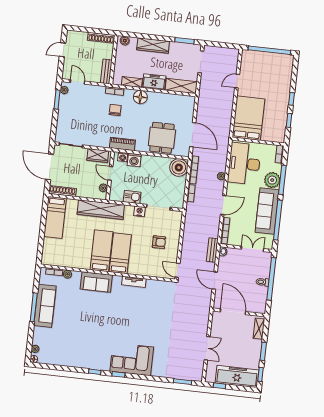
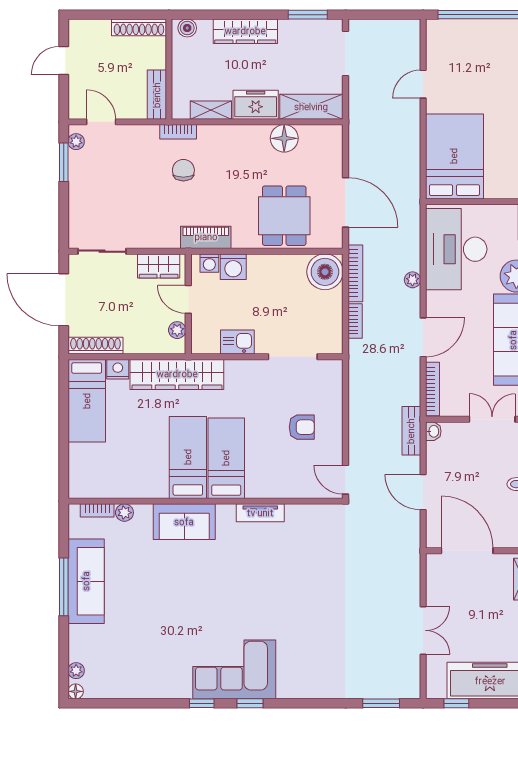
floor lamp: (140, 97) -> (284, 138), moved
nightstand: (140, 211) -> (118, 369), moved
corner sofa: (132, 359) -> (234, 669), moved

